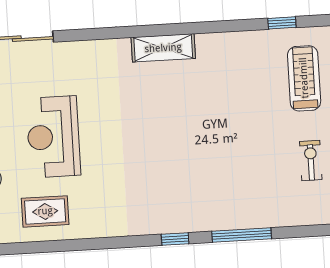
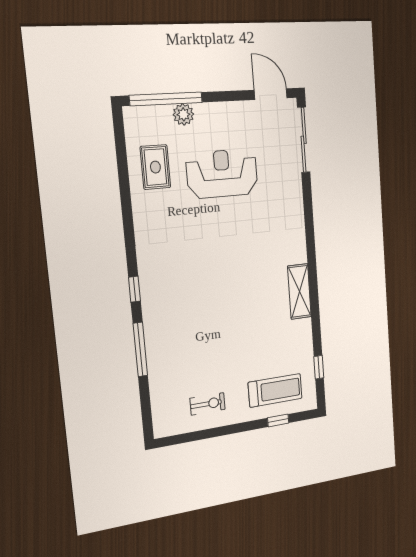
shelving: (163, 48) -> (299, 291), moved

